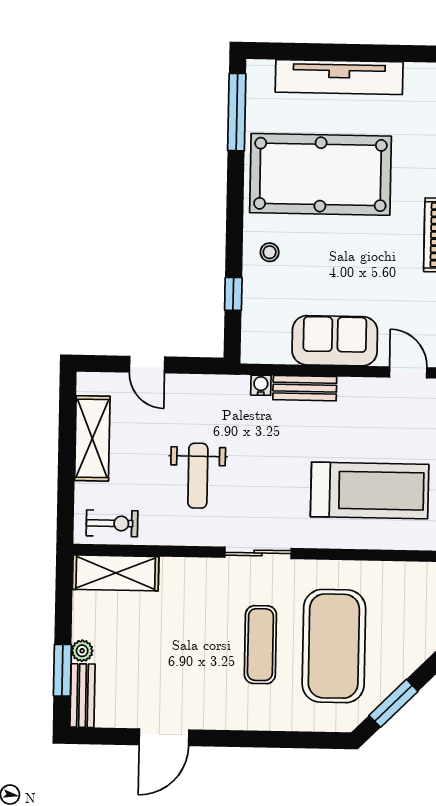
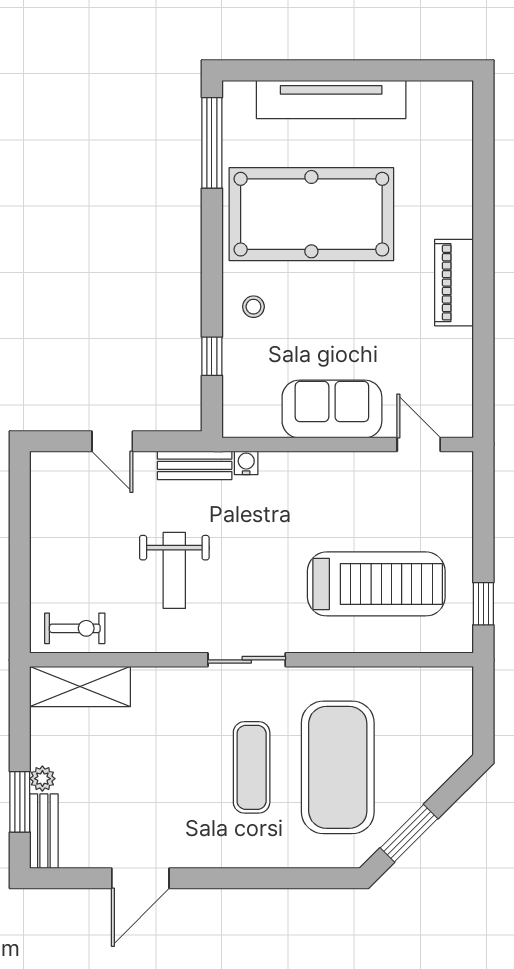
bench: (305, 388) -> (195, 465), moved
shelving: (92, 438) -> (50, 529), removed

